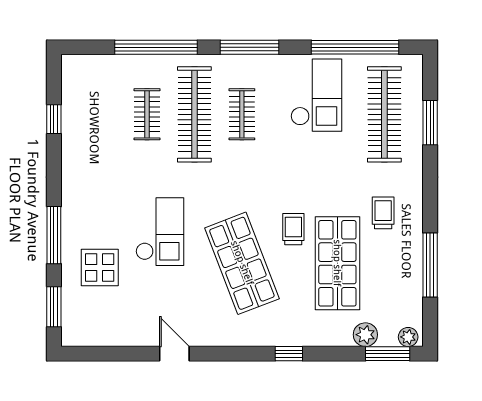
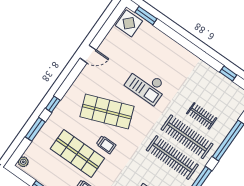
clothes rail: (242, 114) -> (172, 158), width x1.86, depth x1.31
window: (54, 235) -> (177, 38), removed
display table: (100, 267) -> (129, 23), moved
plant: (365, 335) -> (38, 144), removed
window: (388, 354) -> (35, 129), moved

